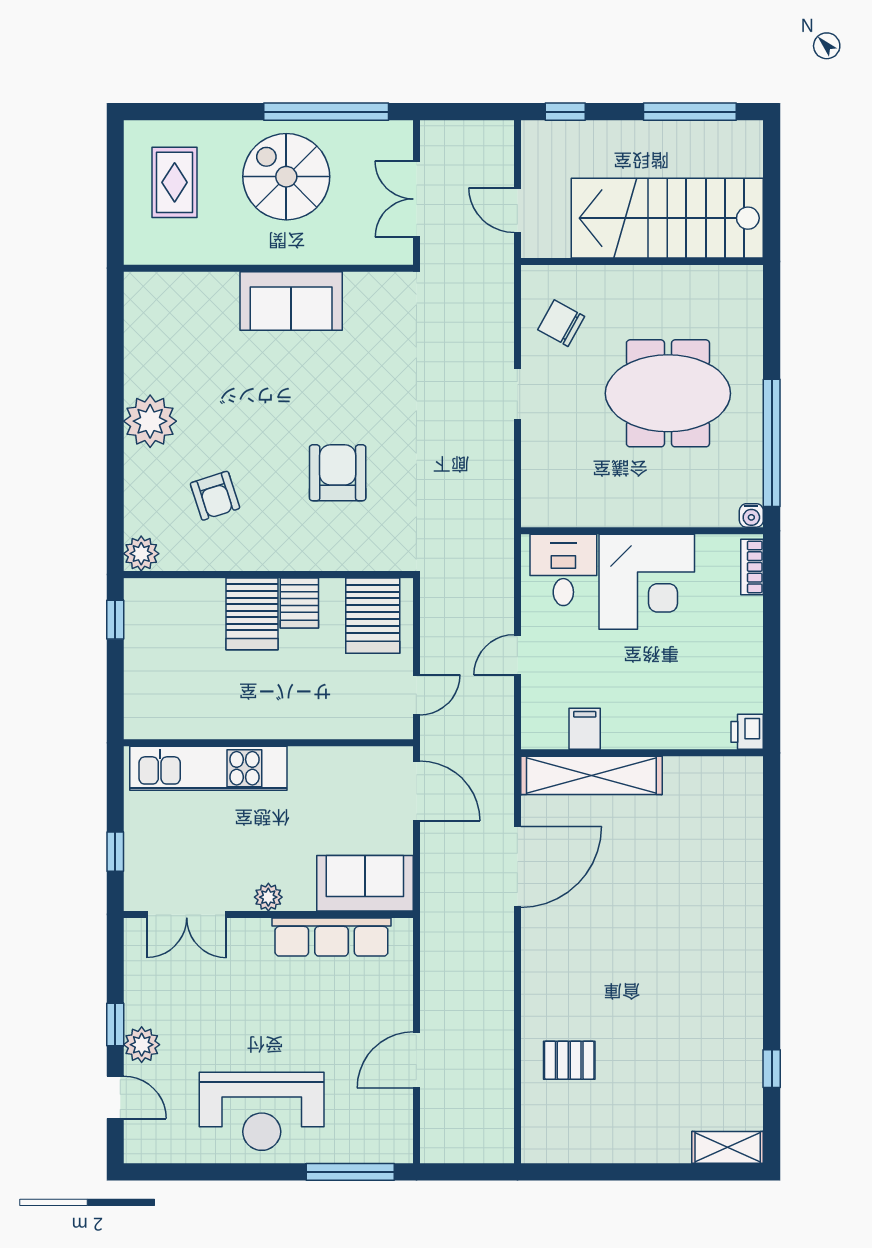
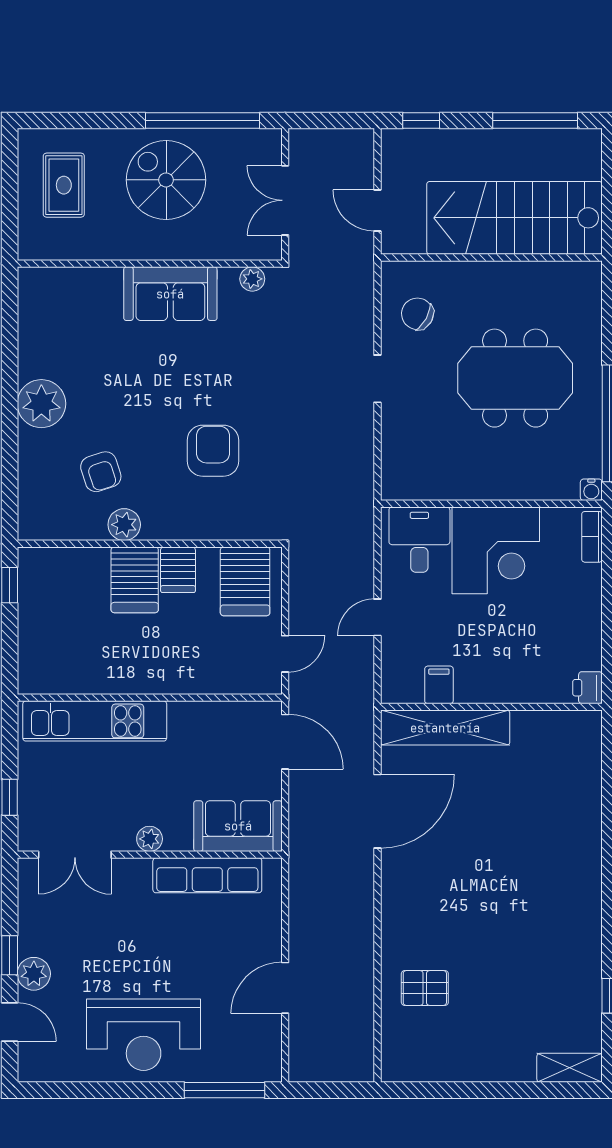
plant: (381, 285) -> (252, 279), added
plant: (141, 554) -> (124, 525), moved

